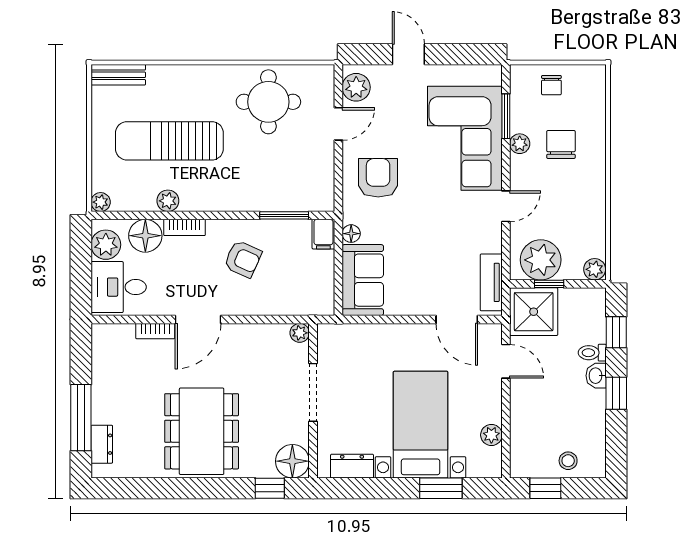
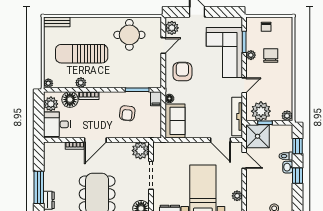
armchair: (243, 259) -> (127, 113), moved, turned 73
tv unit: (491, 282) -> (237, 116), width x1.41
plant: (300, 333) -> (140, 151), width x1.88, depth x1.88

